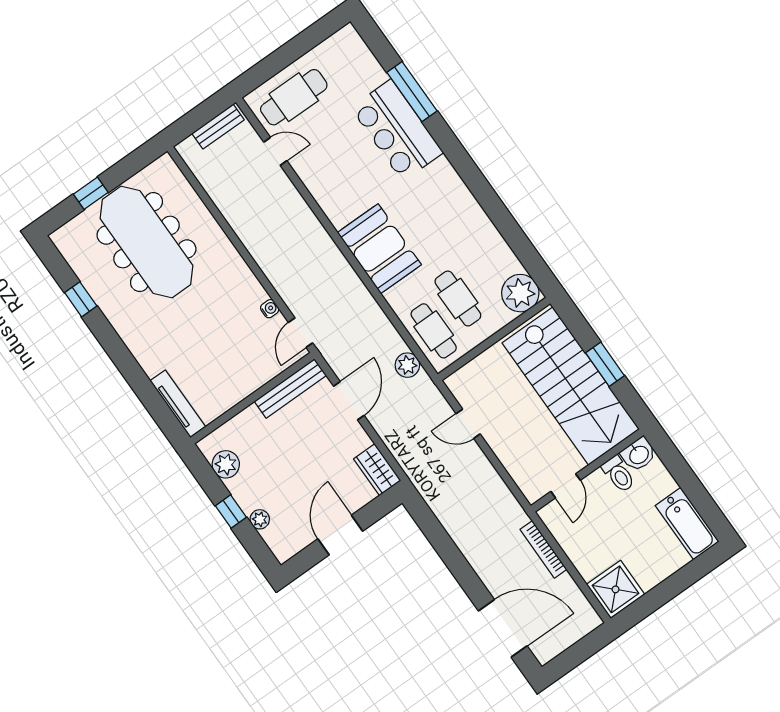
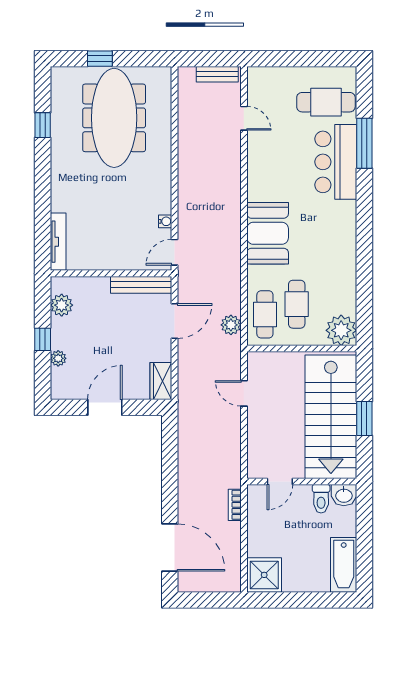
cafe table: (294, 97) -> (326, 102), moved
bookcase: (543, 549) -> (235, 505), width x0.64

